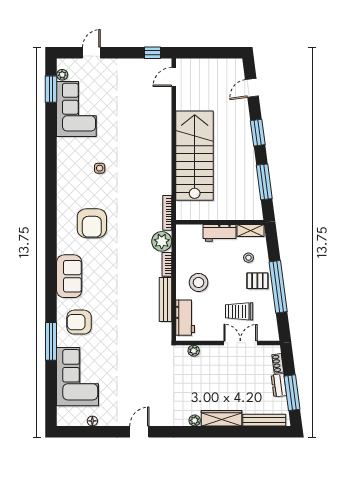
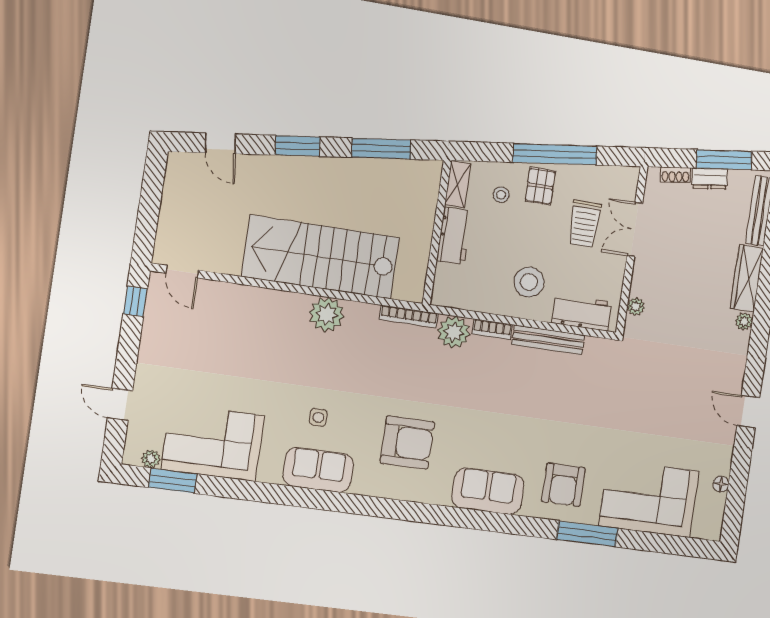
plant: (161, 164) -> (327, 314), added
sofa: (68, 173) -> (318, 470), added

